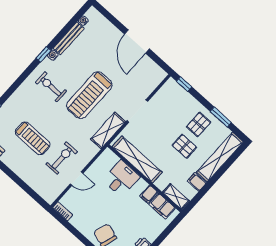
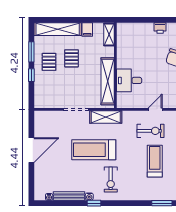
window: (184, 84) -> (31, 75), moved
treadmill: (89, 95) -> (94, 150), turned 180
pallet: (199, 124) -> (49, 62), turned 90
exercise bike: (62, 158) -> (151, 131), turned 180
door: (77, 179) -> (155, 109), hinge flipped
filing cabinet: (149, 194) -> (123, 54), removed
filing cabinet: (162, 206) -> (123, 38), removed

